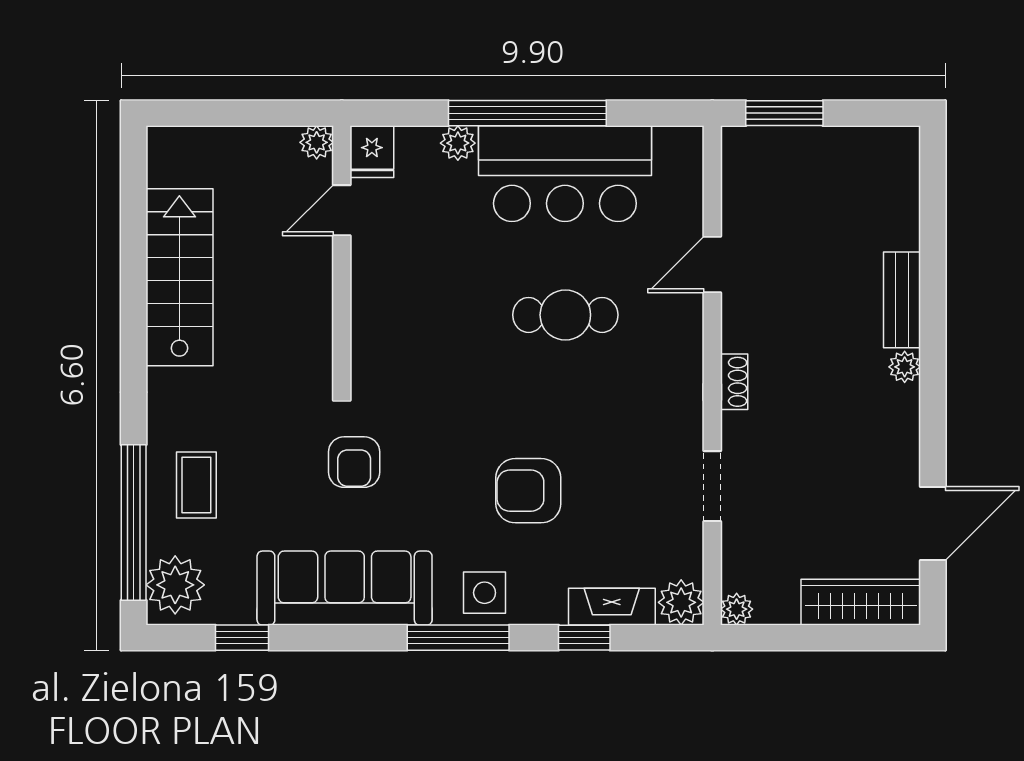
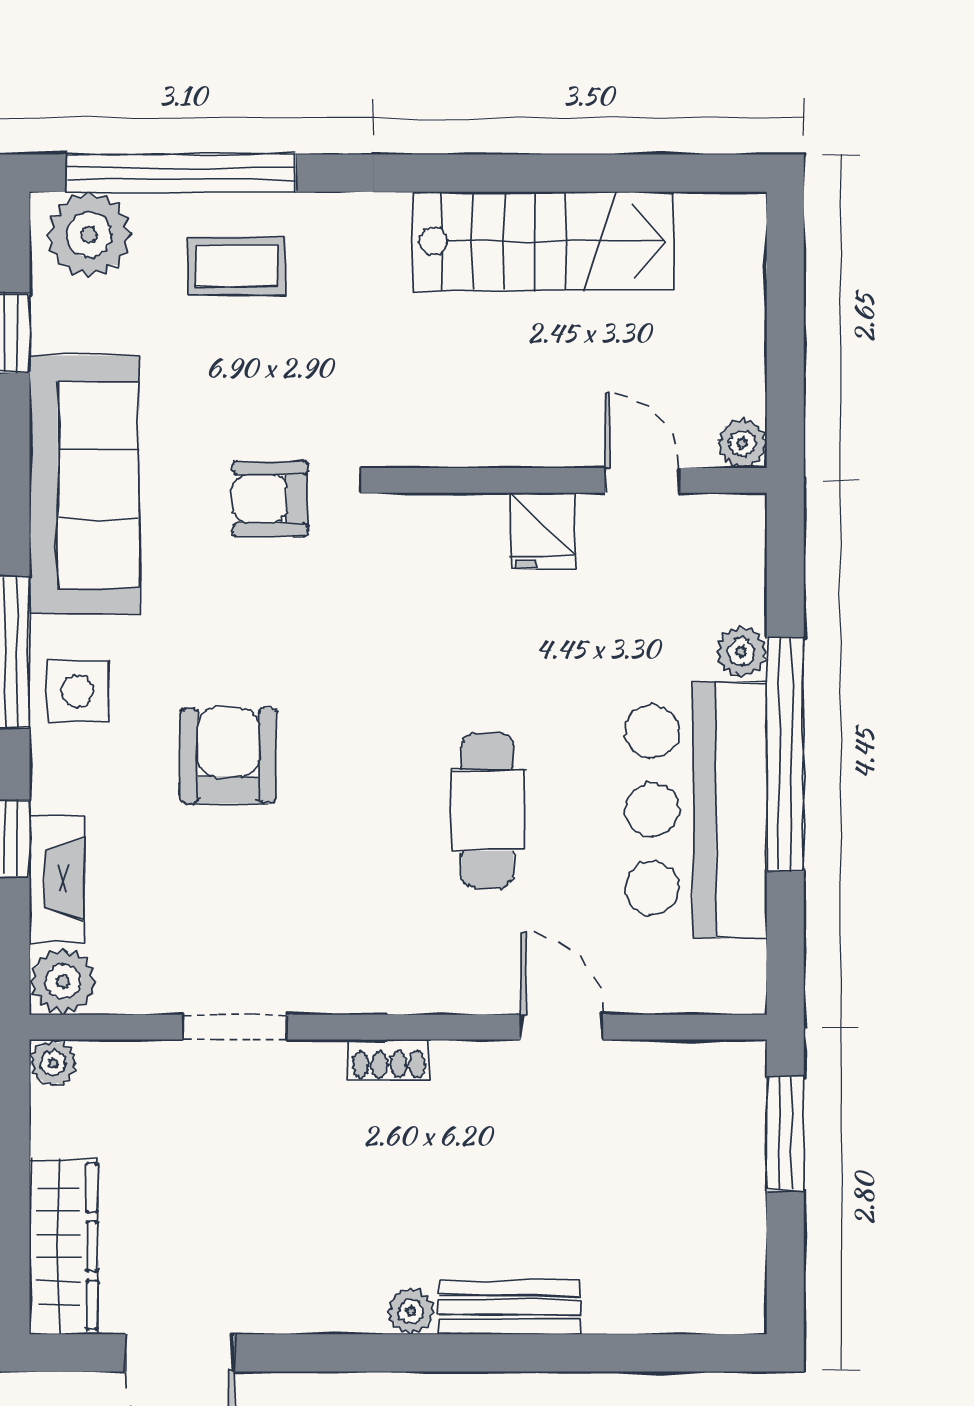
fridge: (372, 152) -> (543, 531), moved, turned -90

